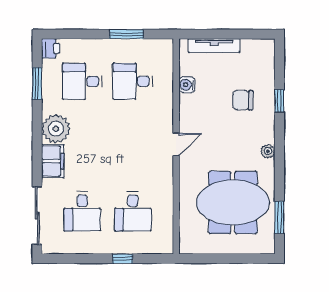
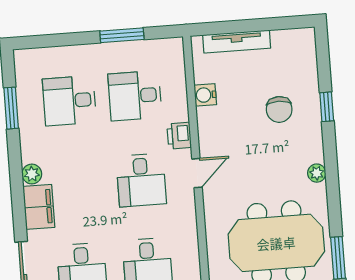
printer: (50, 48) -> (179, 136), moved, turned 180
chair: (243, 100) -> (279, 109), turned -91
plant: (56, 129) -> (32, 174), width x0.53, depth x0.53
desk: (133, 146) -> (141, 180), added

